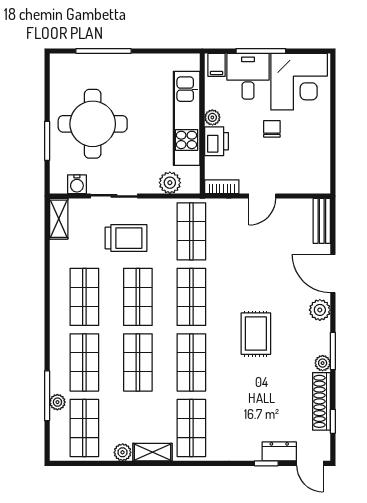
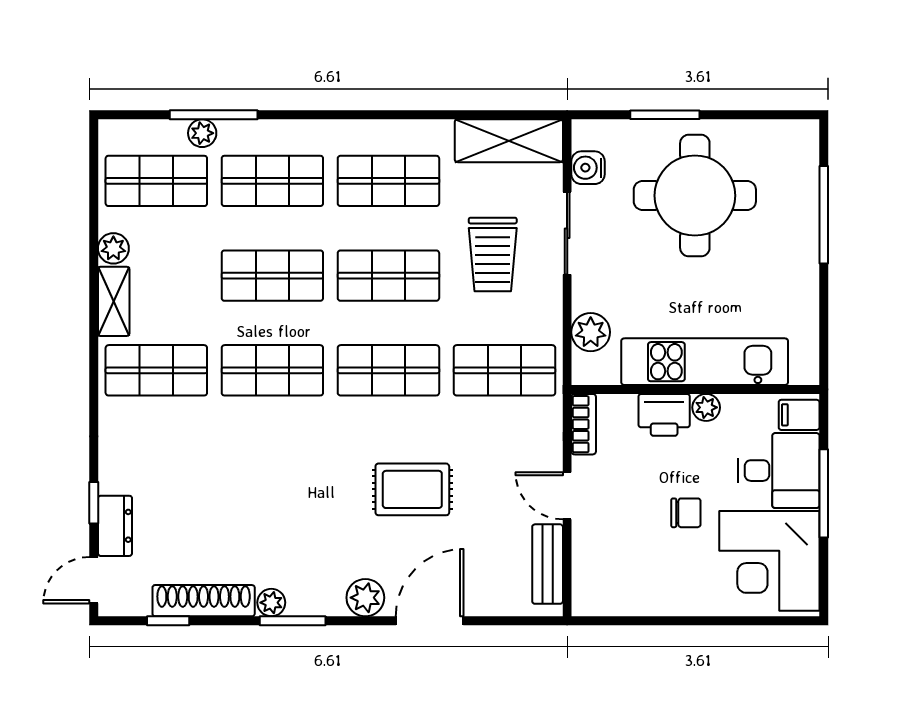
shelving: (59, 219) -> (509, 141), width x1.50, depth x1.33
bench: (322, 221) -> (548, 564), moved, turned 90
rug: (256, 334) -> (412, 489), moved

